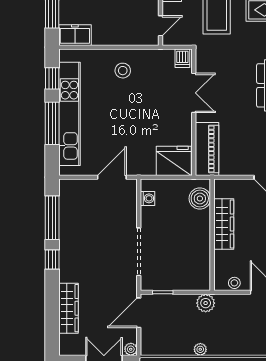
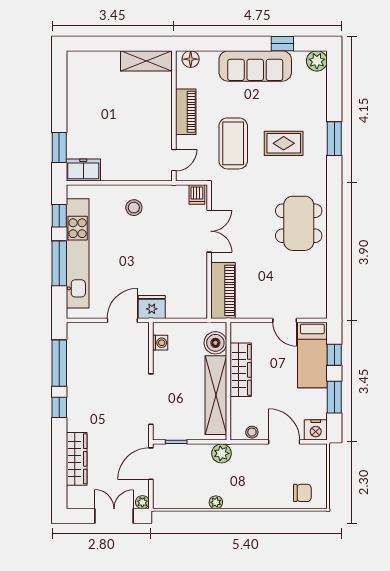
fridge: (174, 161) -> (152, 307), moved, width x0.73, depth x0.75
shelving: (200, 248) -> (216, 395), added

